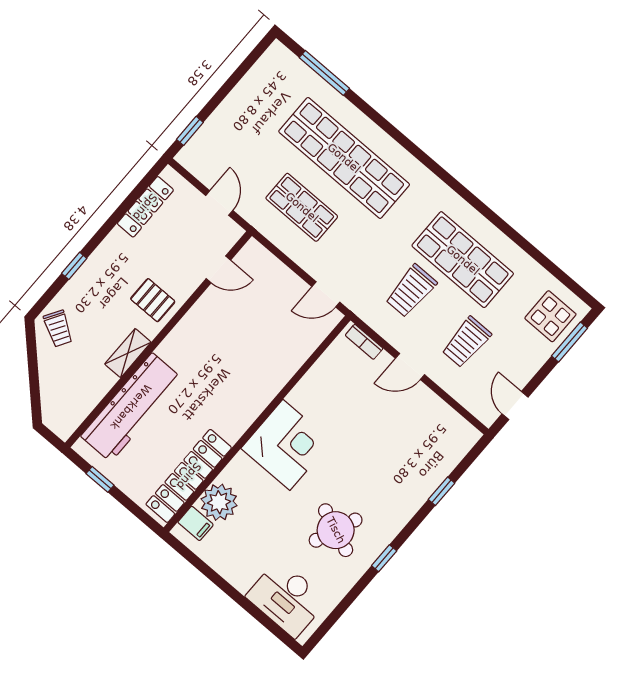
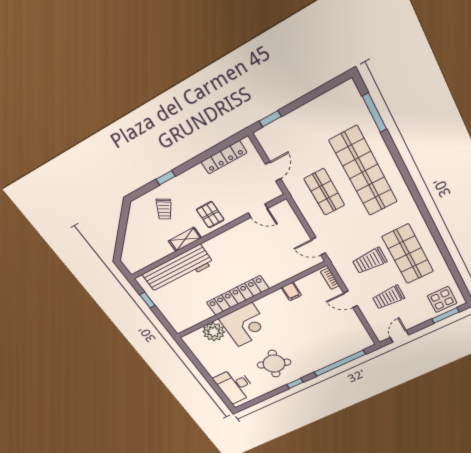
trolley: (58, 329) -> (164, 209), moved
corner desk: (286, 445) -> (245, 325), moved
locker: (189, 476) -> (238, 296), moved
window: (442, 491) -> (340, 363), width x3.17
filing cabinet: (196, 523) -> (291, 291), moved

